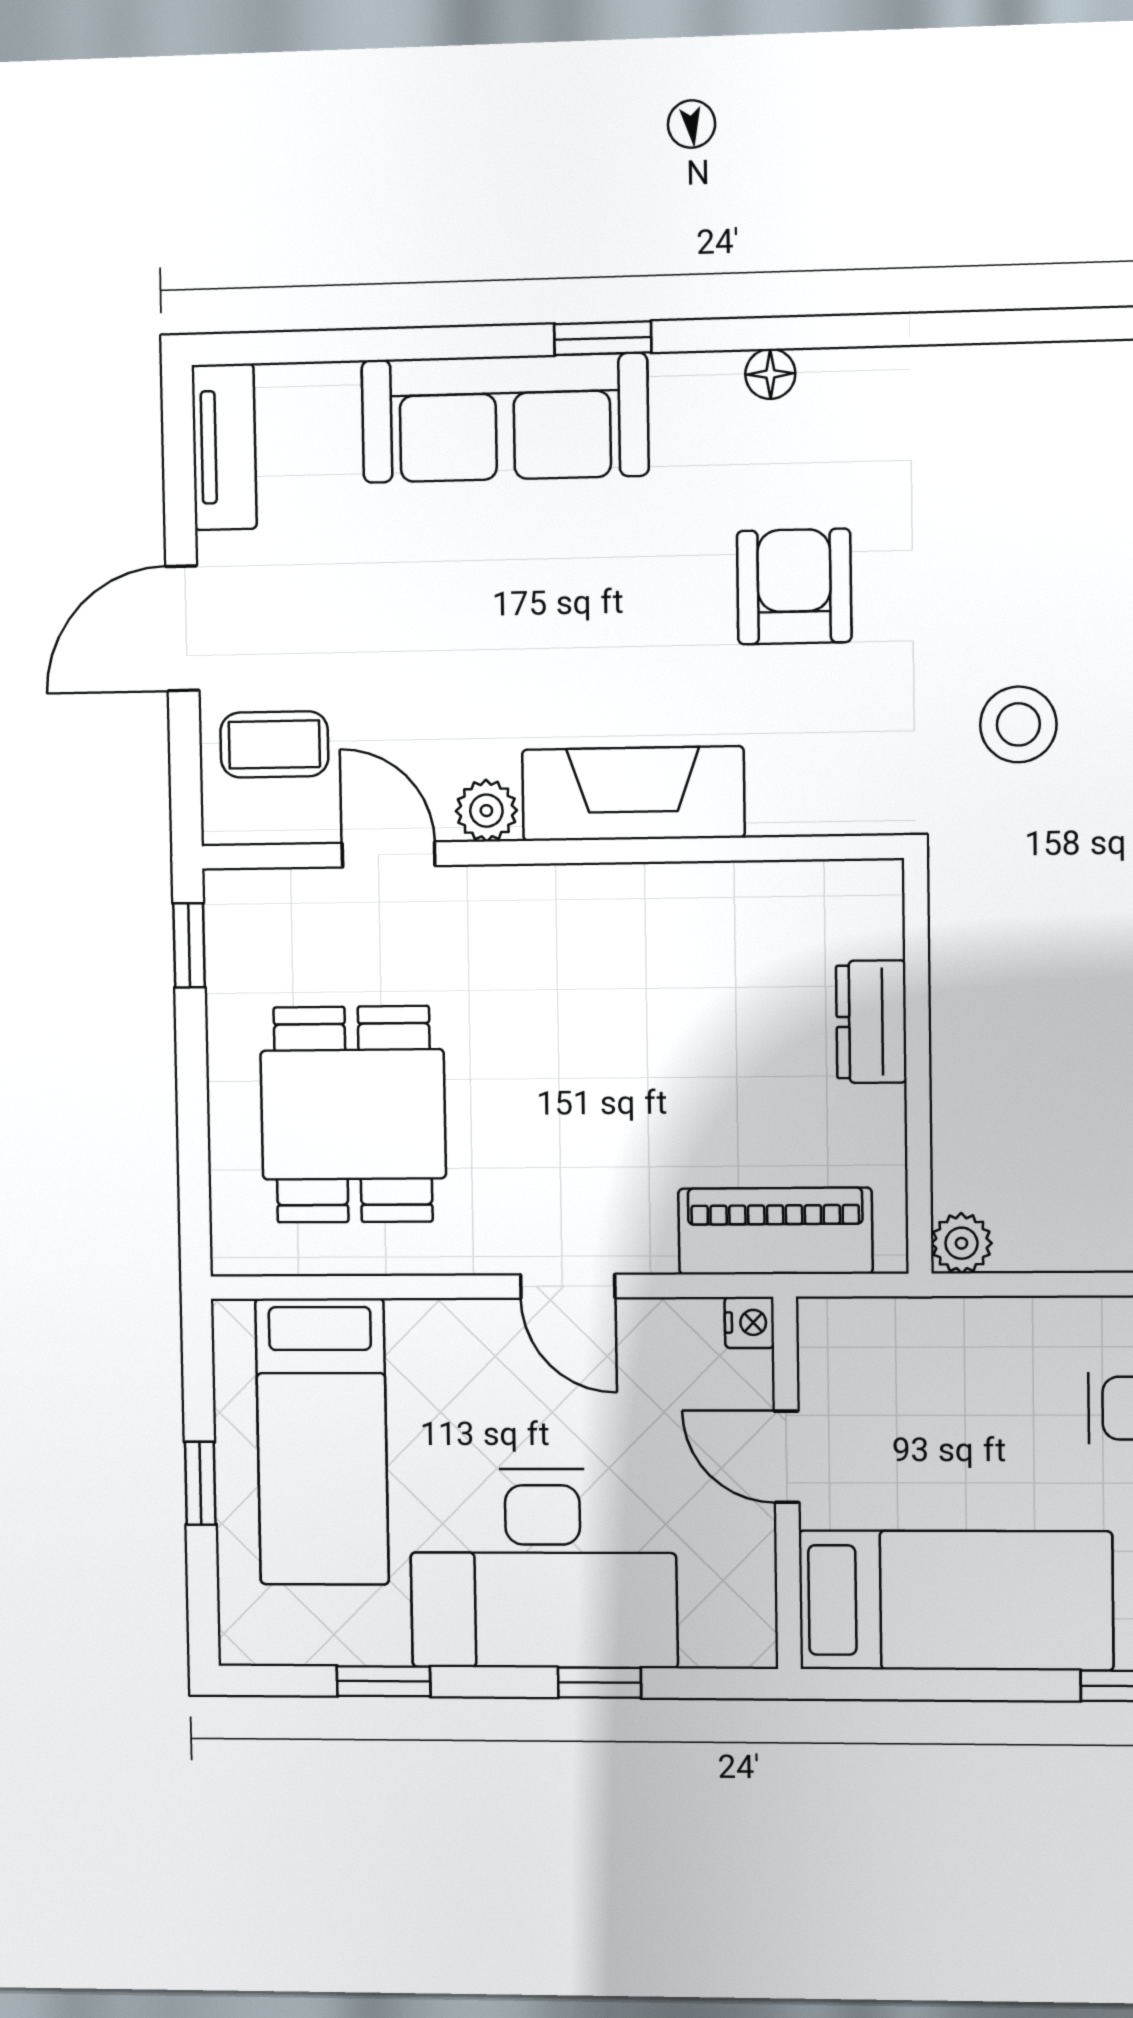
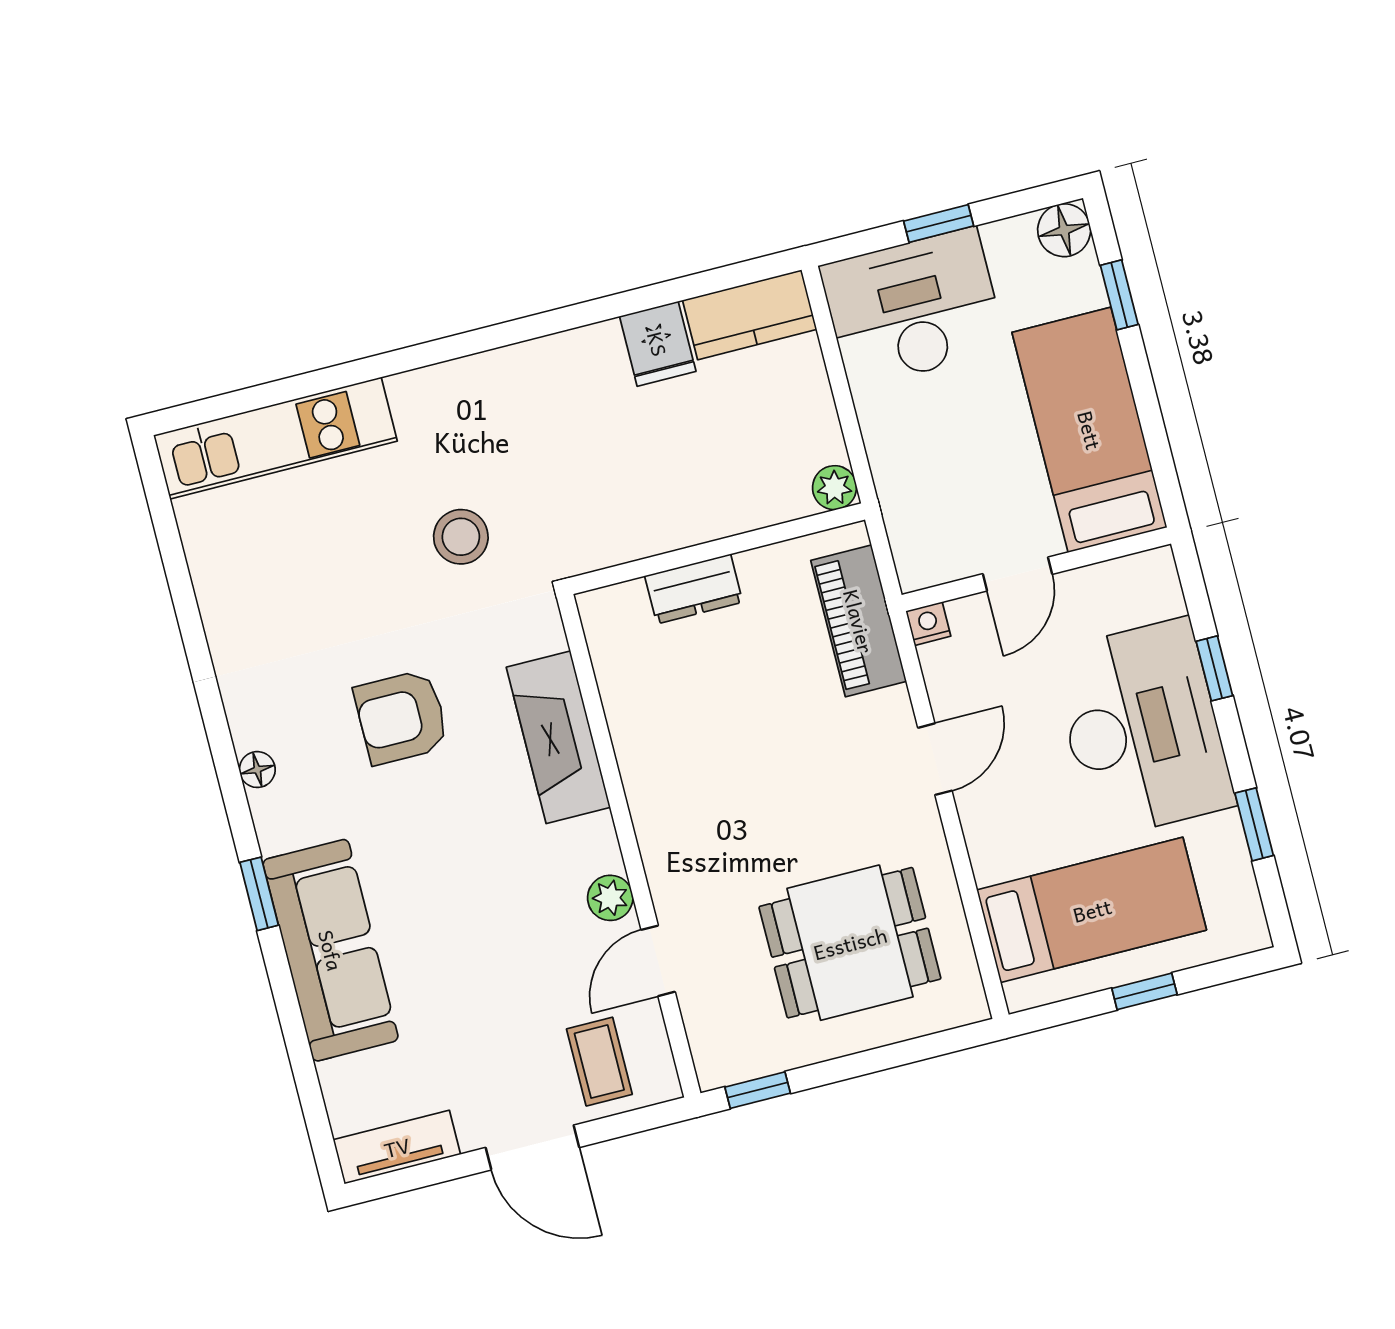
fireplace: (633, 794) -> (558, 737), moved

